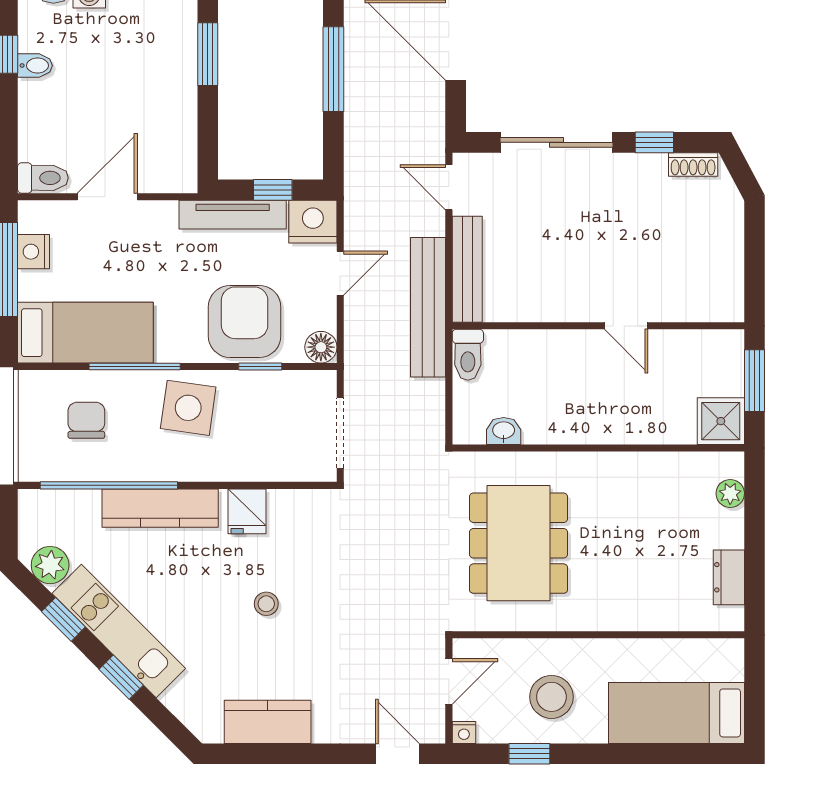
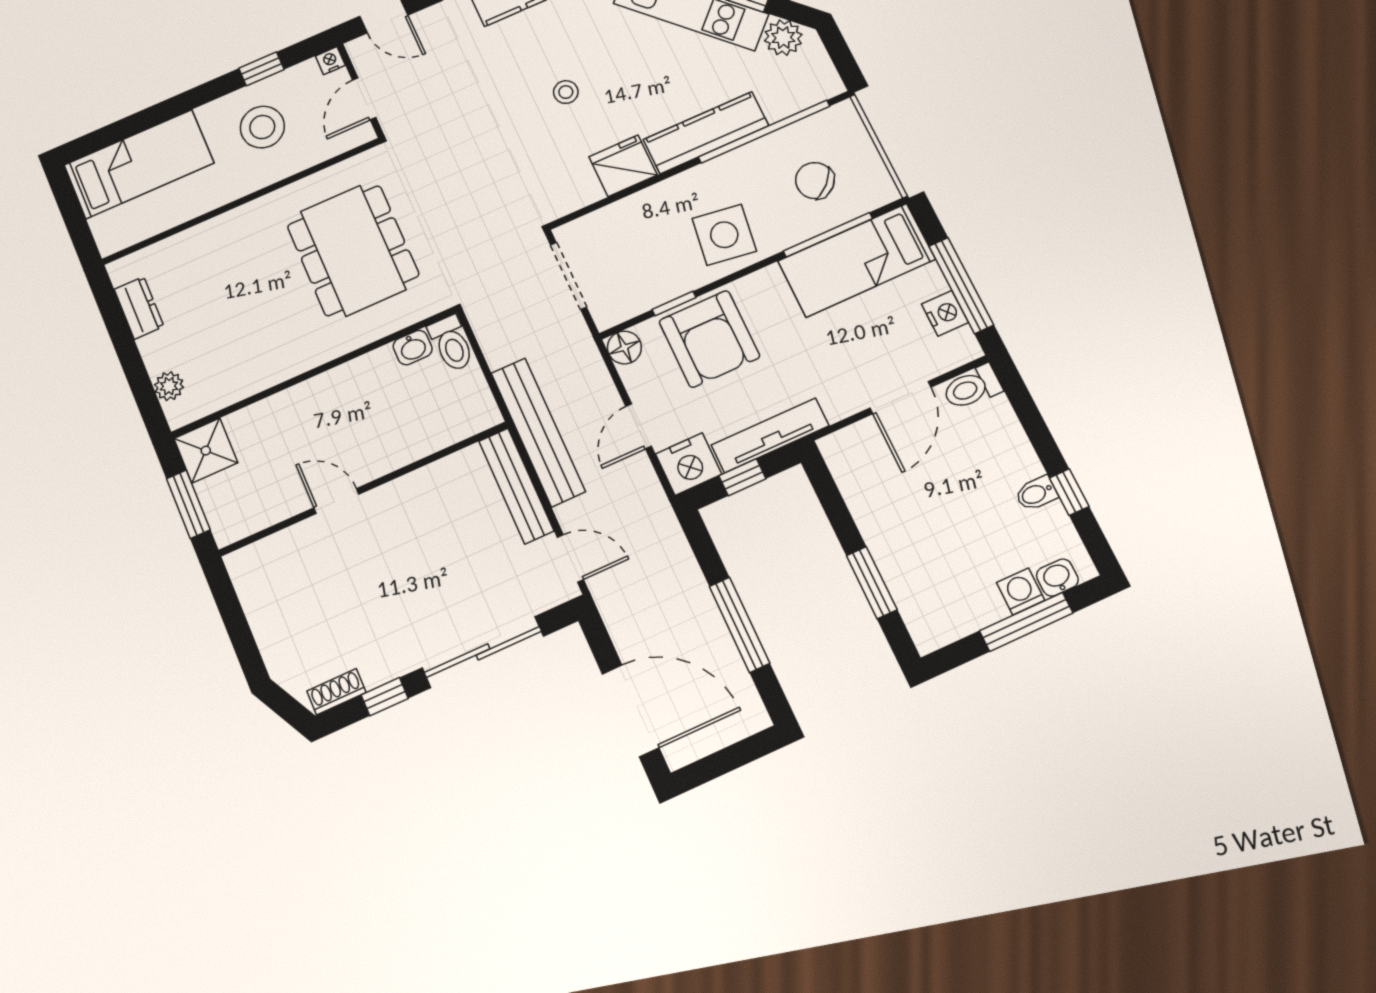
toilet: (468, 355) -> (451, 344), moved, turned 180
window: (135, 367) -> (828, 235), moved
chair: (86, 420) -> (815, 181), turned 136
fridge: (247, 511) -> (623, 166), width x1.38

